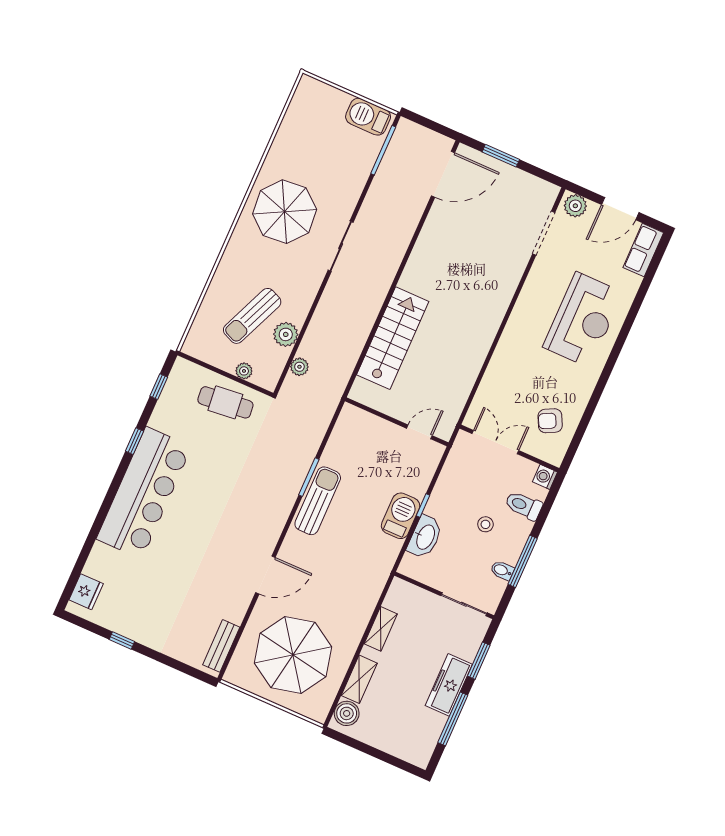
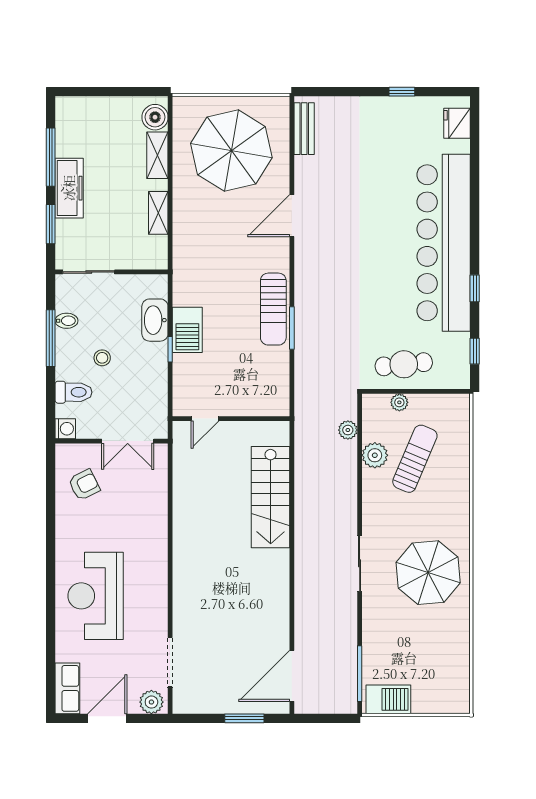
bar counter: (144, 493) -> (444, 243), width x1.36

